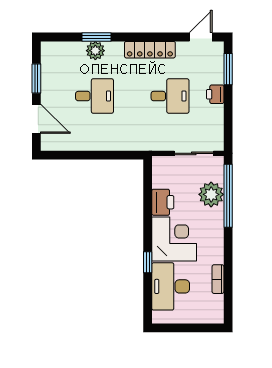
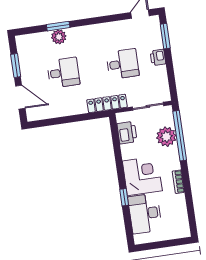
locker: (150, 50) -> (107, 103), moved, turned 180
printer: (163, 202) -> (127, 133), moved
bookcase: (218, 279) -> (178, 182), moved

